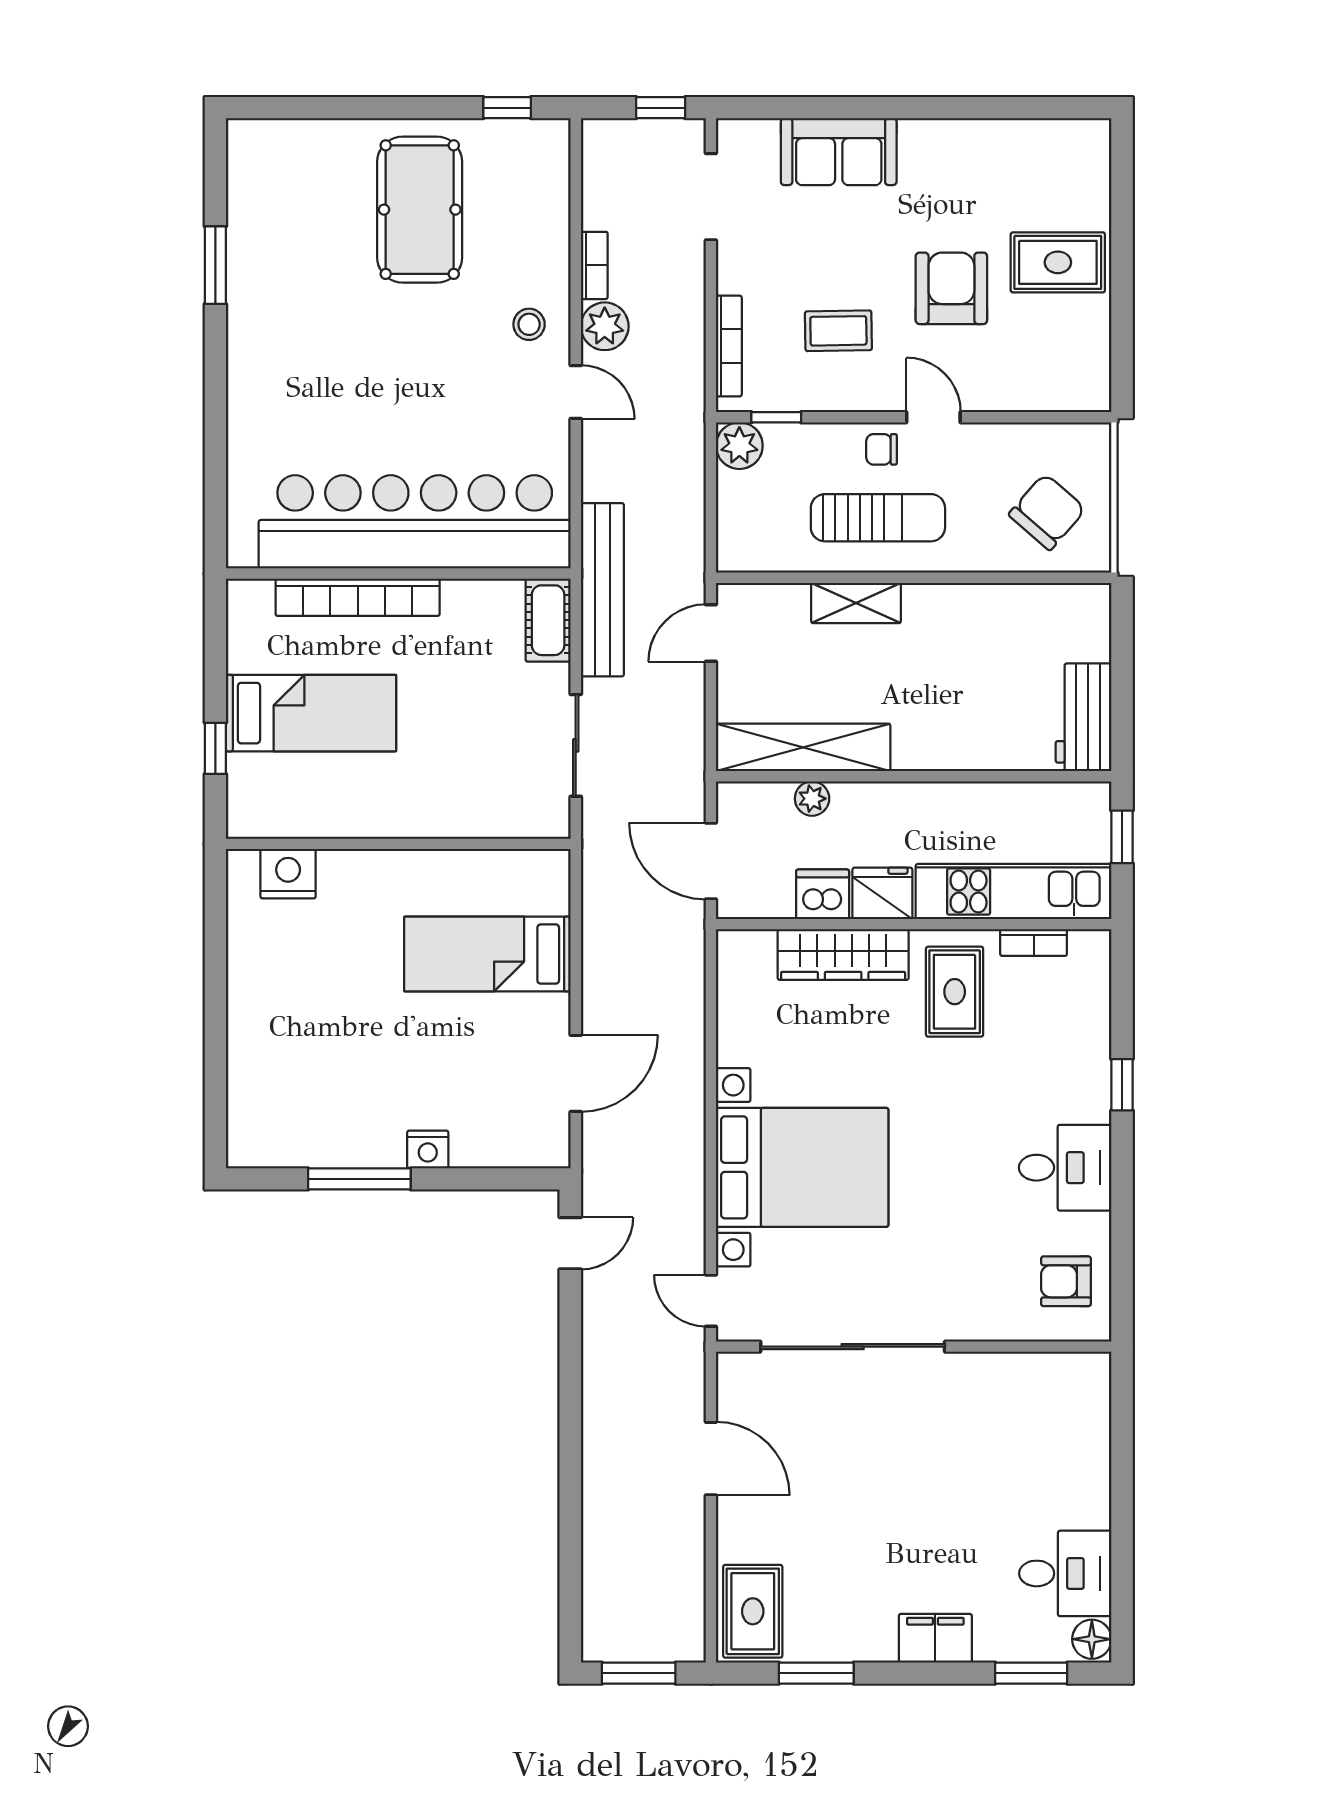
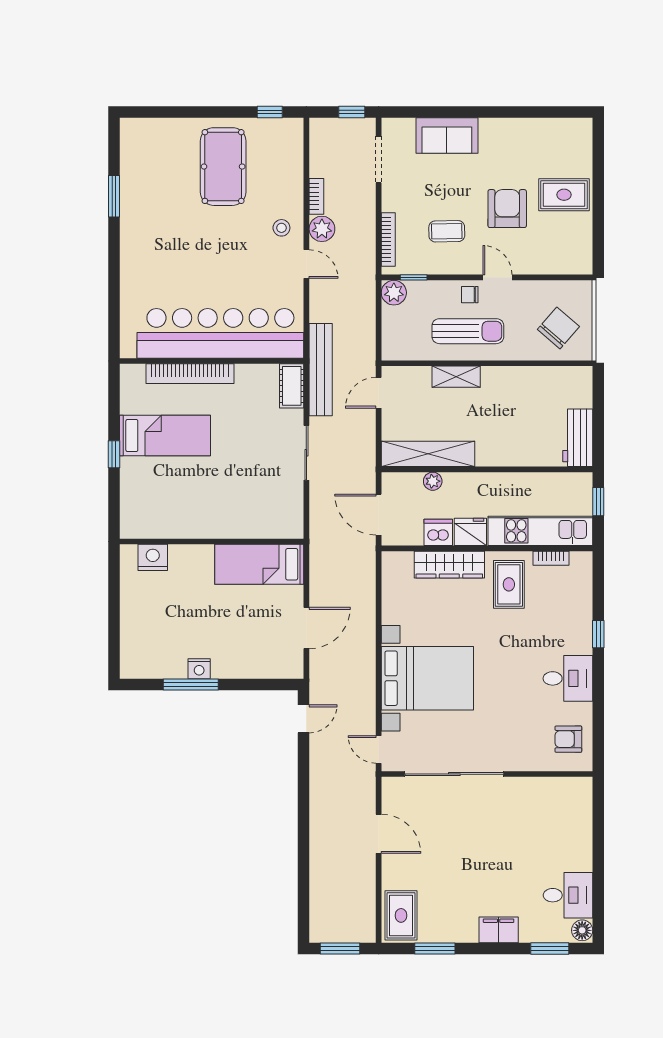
wall: (398, 844) -> (212, 542), moved
nightstand: (288, 874) -> (153, 557), moved
nightstand: (428, 1149) -> (199, 669), moved

